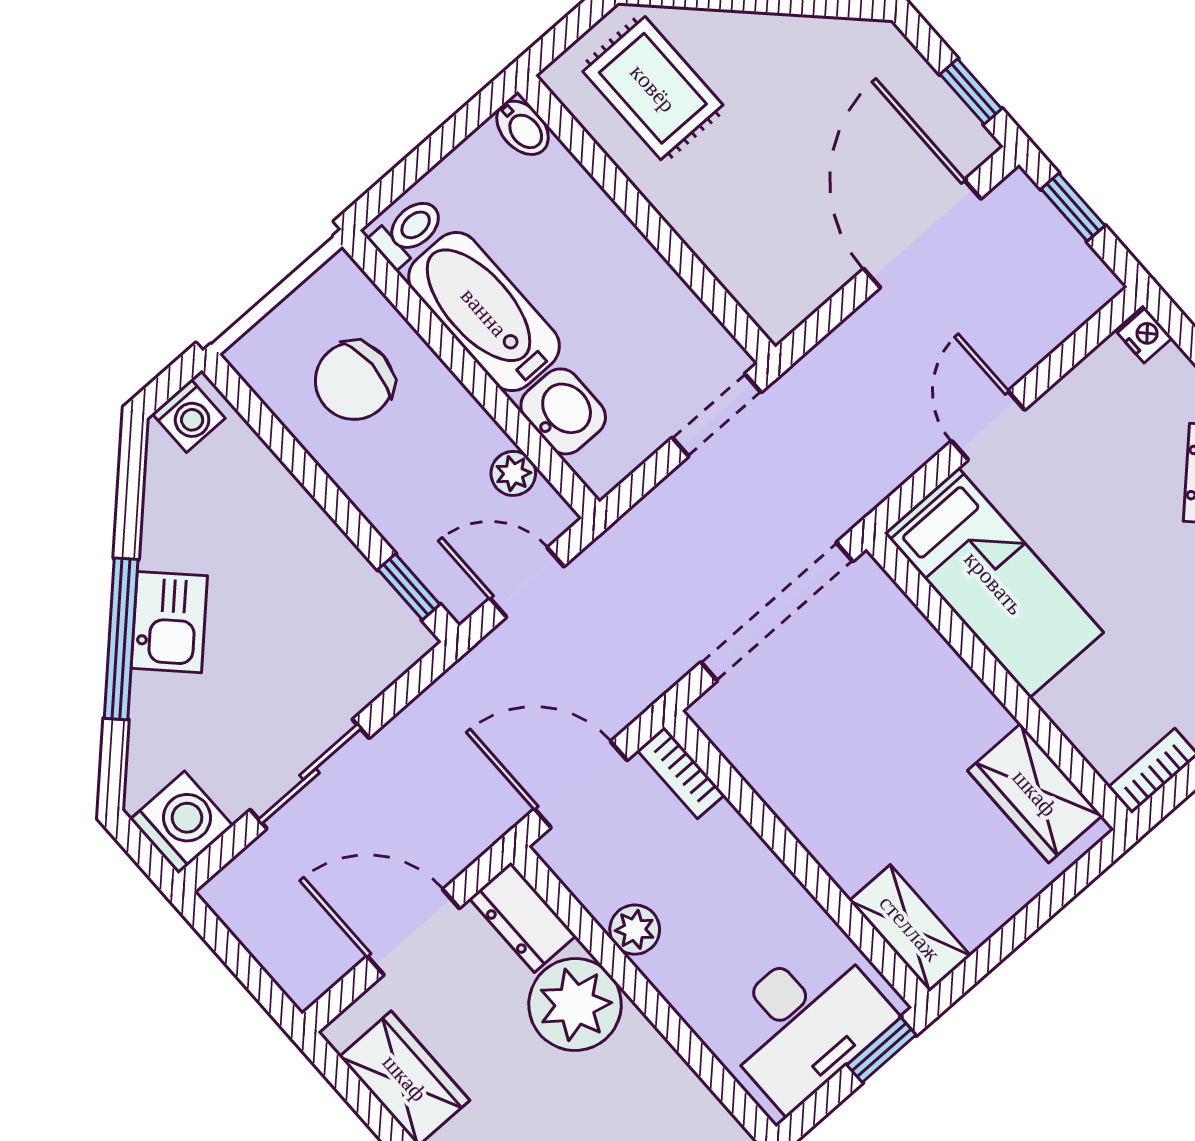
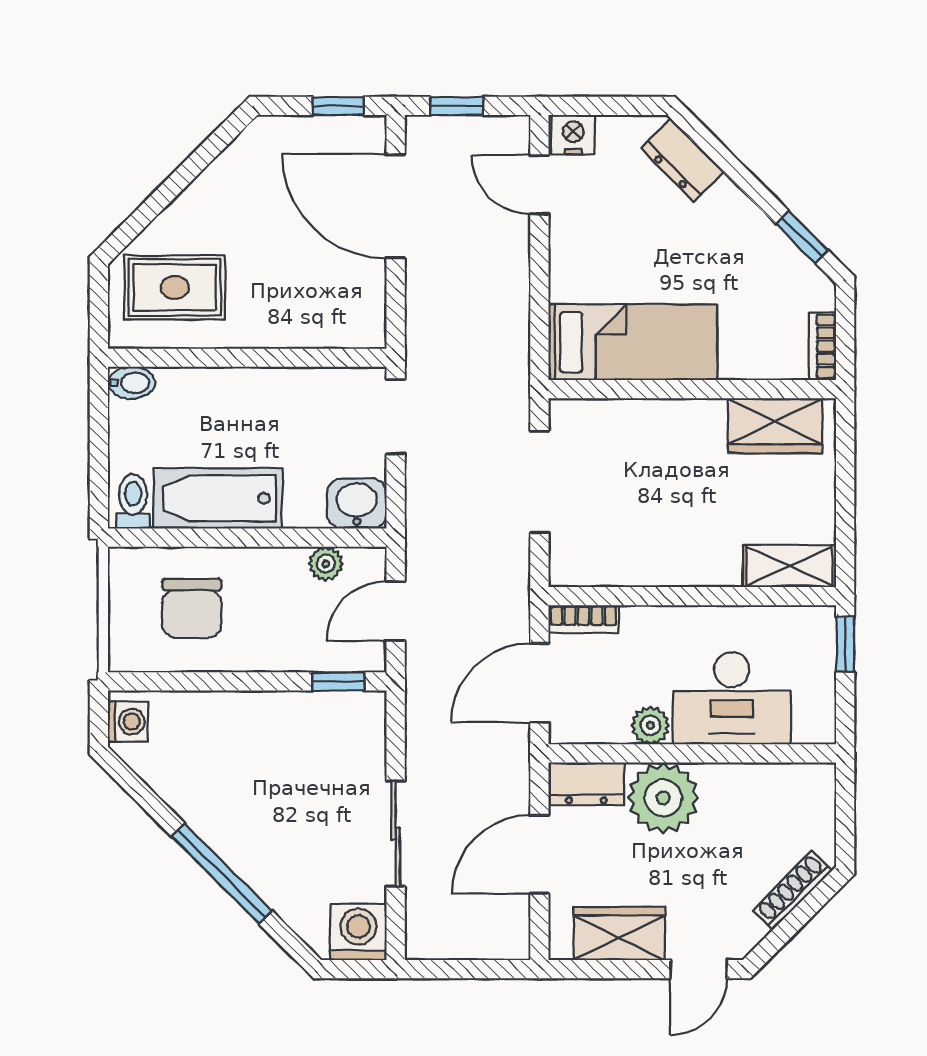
nightstand: (1145, 335) -> (573, 135), width x1.39, depth x1.35
washbasin: (563, 411) -> (357, 503), moved
door: (988, 425) -> (539, 185), moved
doorway: (777, 612) -> (539, 482), width x0.73
kitchen sink: (169, 622) -> (237, 837), removed
desk: (804, 1022) -> (732, 698), moved, turned 90

